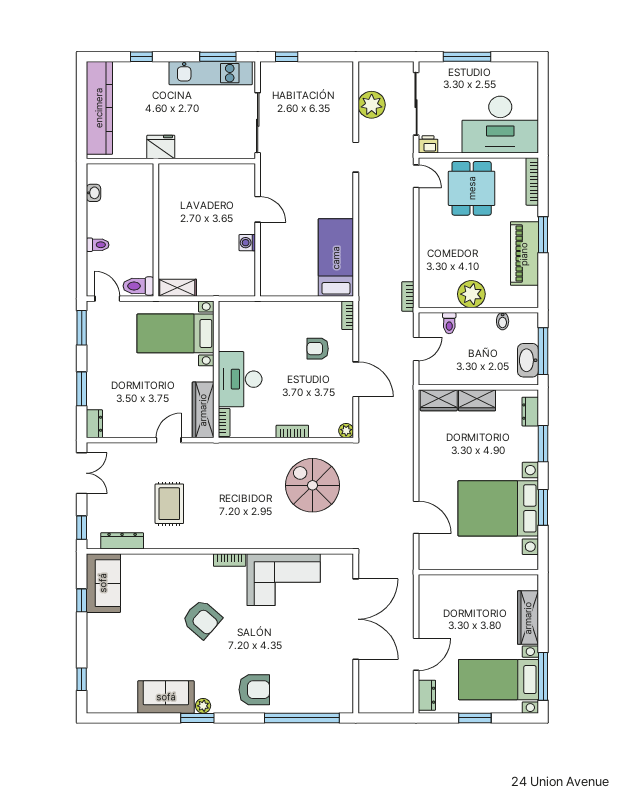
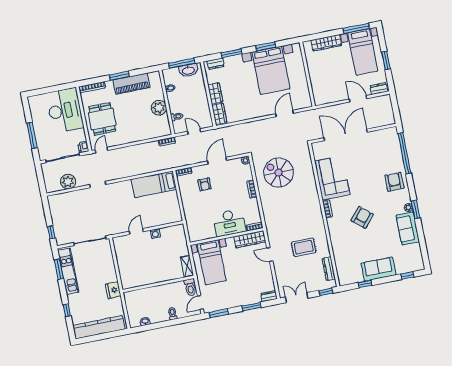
dining table: (472, 188) -> (102, 119), turned 90
spiral stairs: (313, 485) -> (279, 172), turned 90
sofa: (103, 583) -> (378, 269), moved

